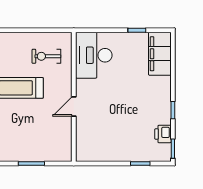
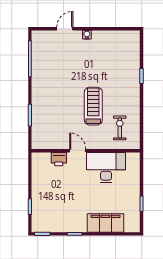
filing cabinet: (160, 54) -> (105, 223), moved
desk: (94, 55) -> (106, 168), moved
printer: (163, 134) -> (59, 159), moved, turned 180

